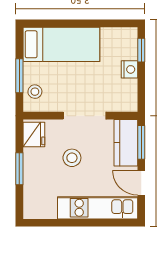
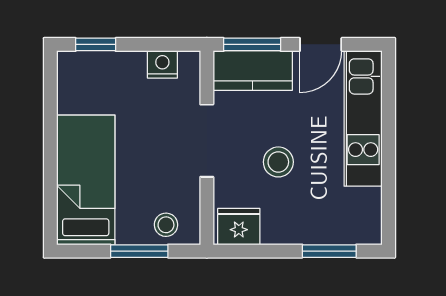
nightstand: (129, 69) -> (162, 64), moved
window: (19, 169) -> (329, 251), moved

